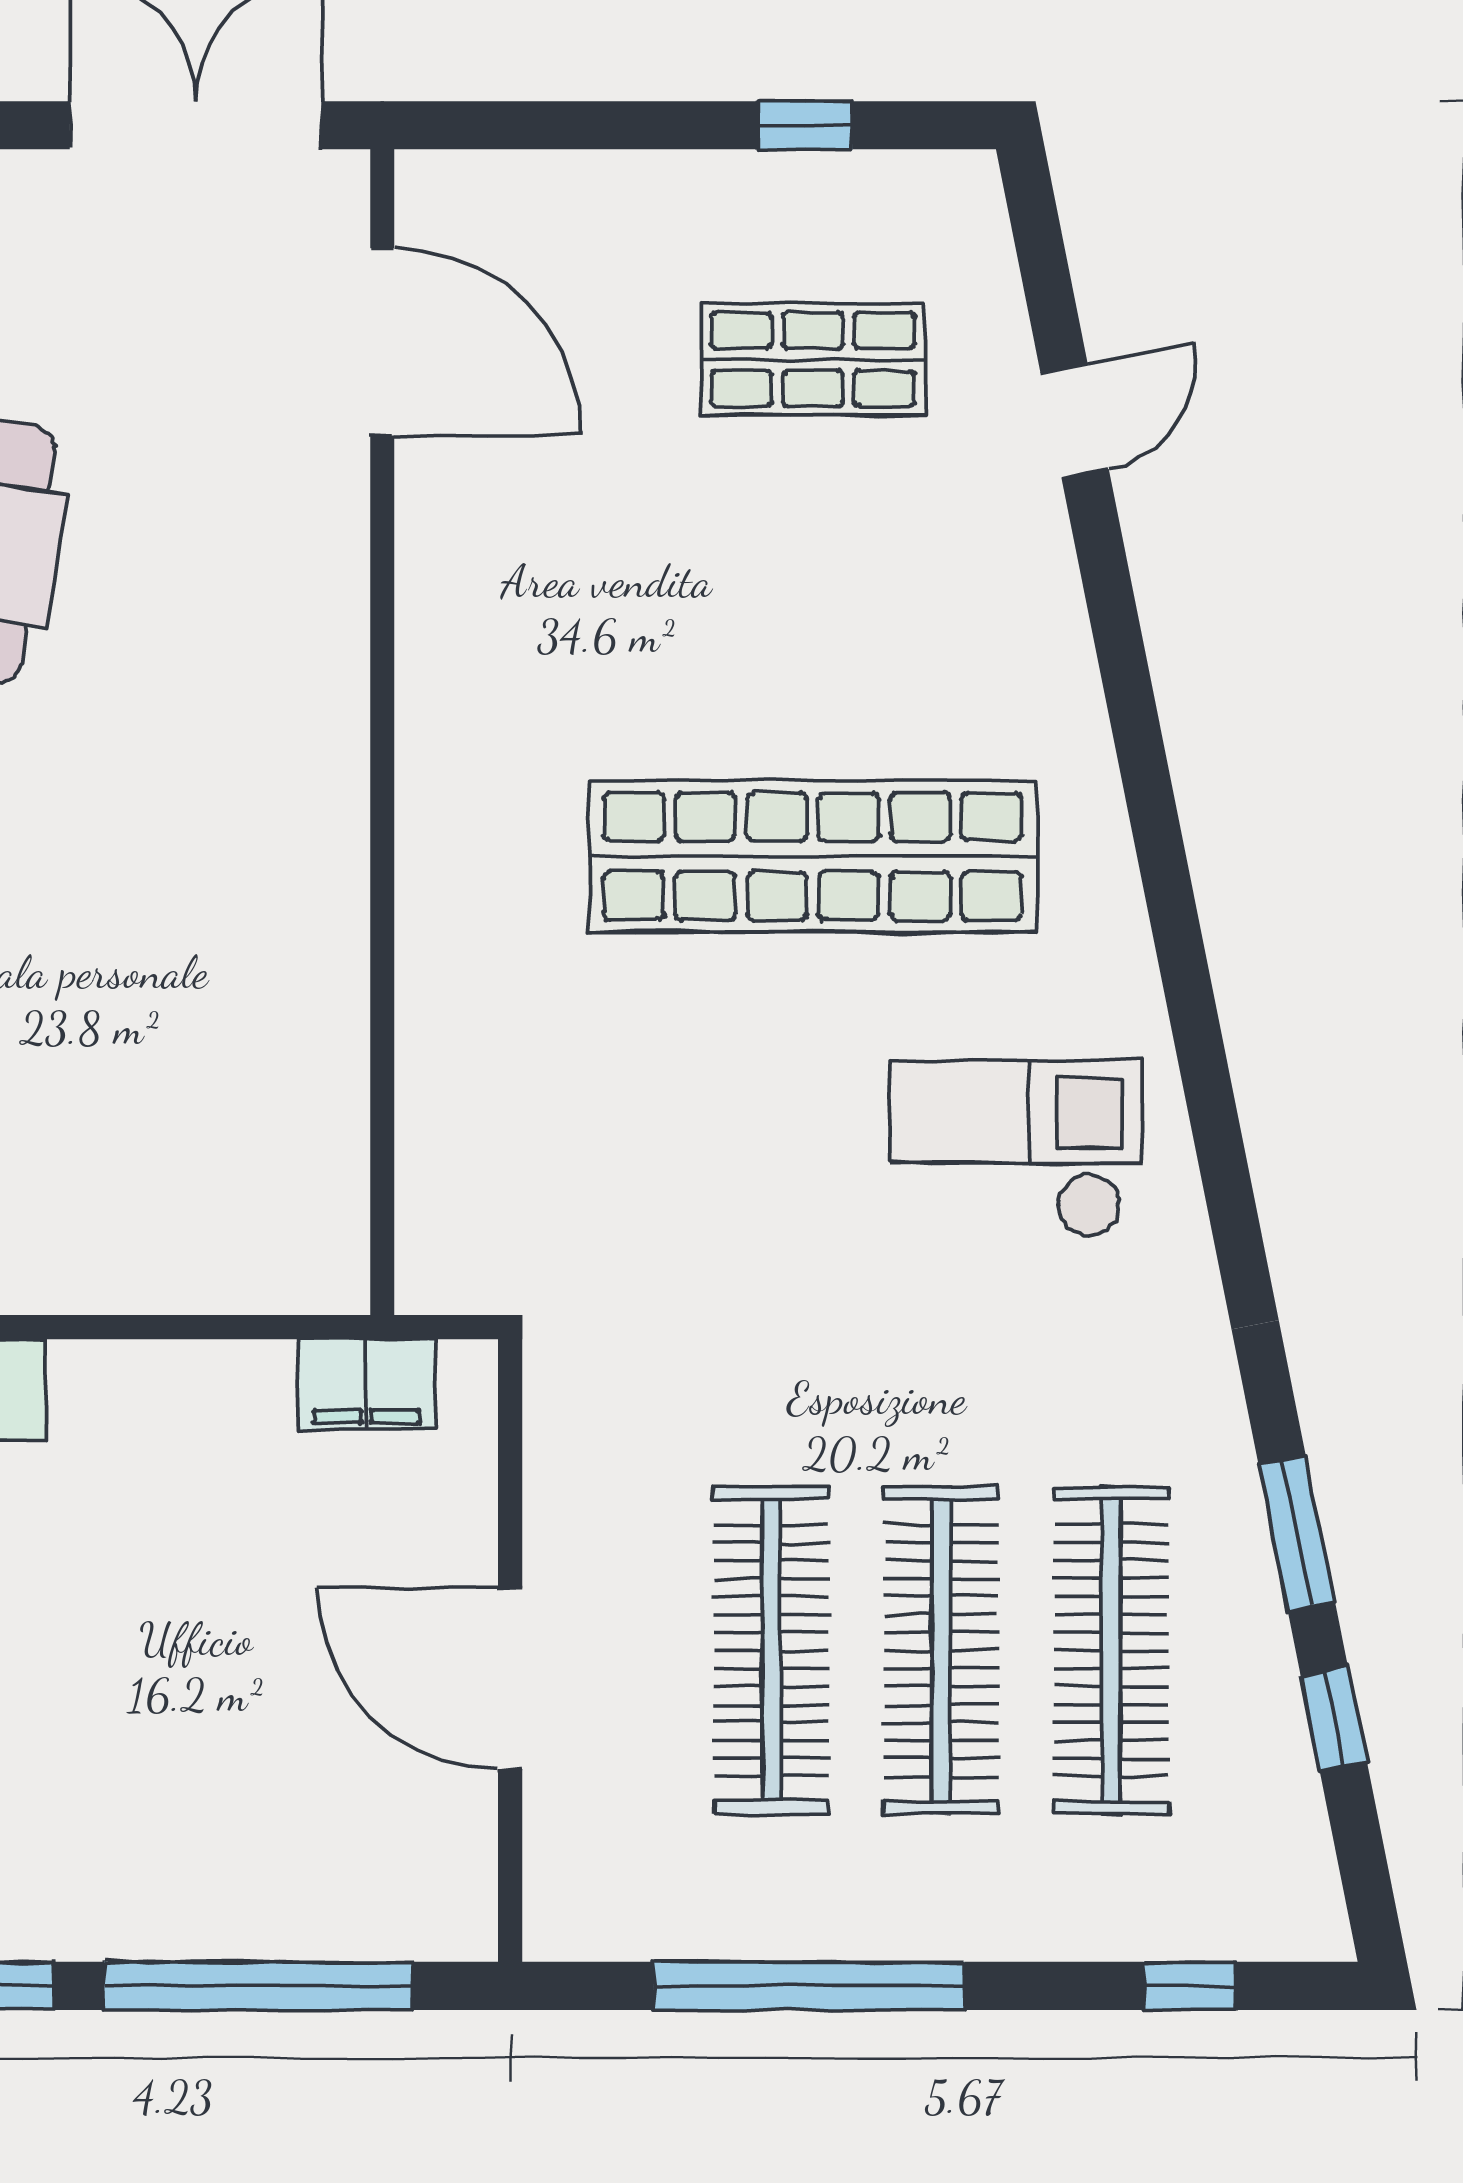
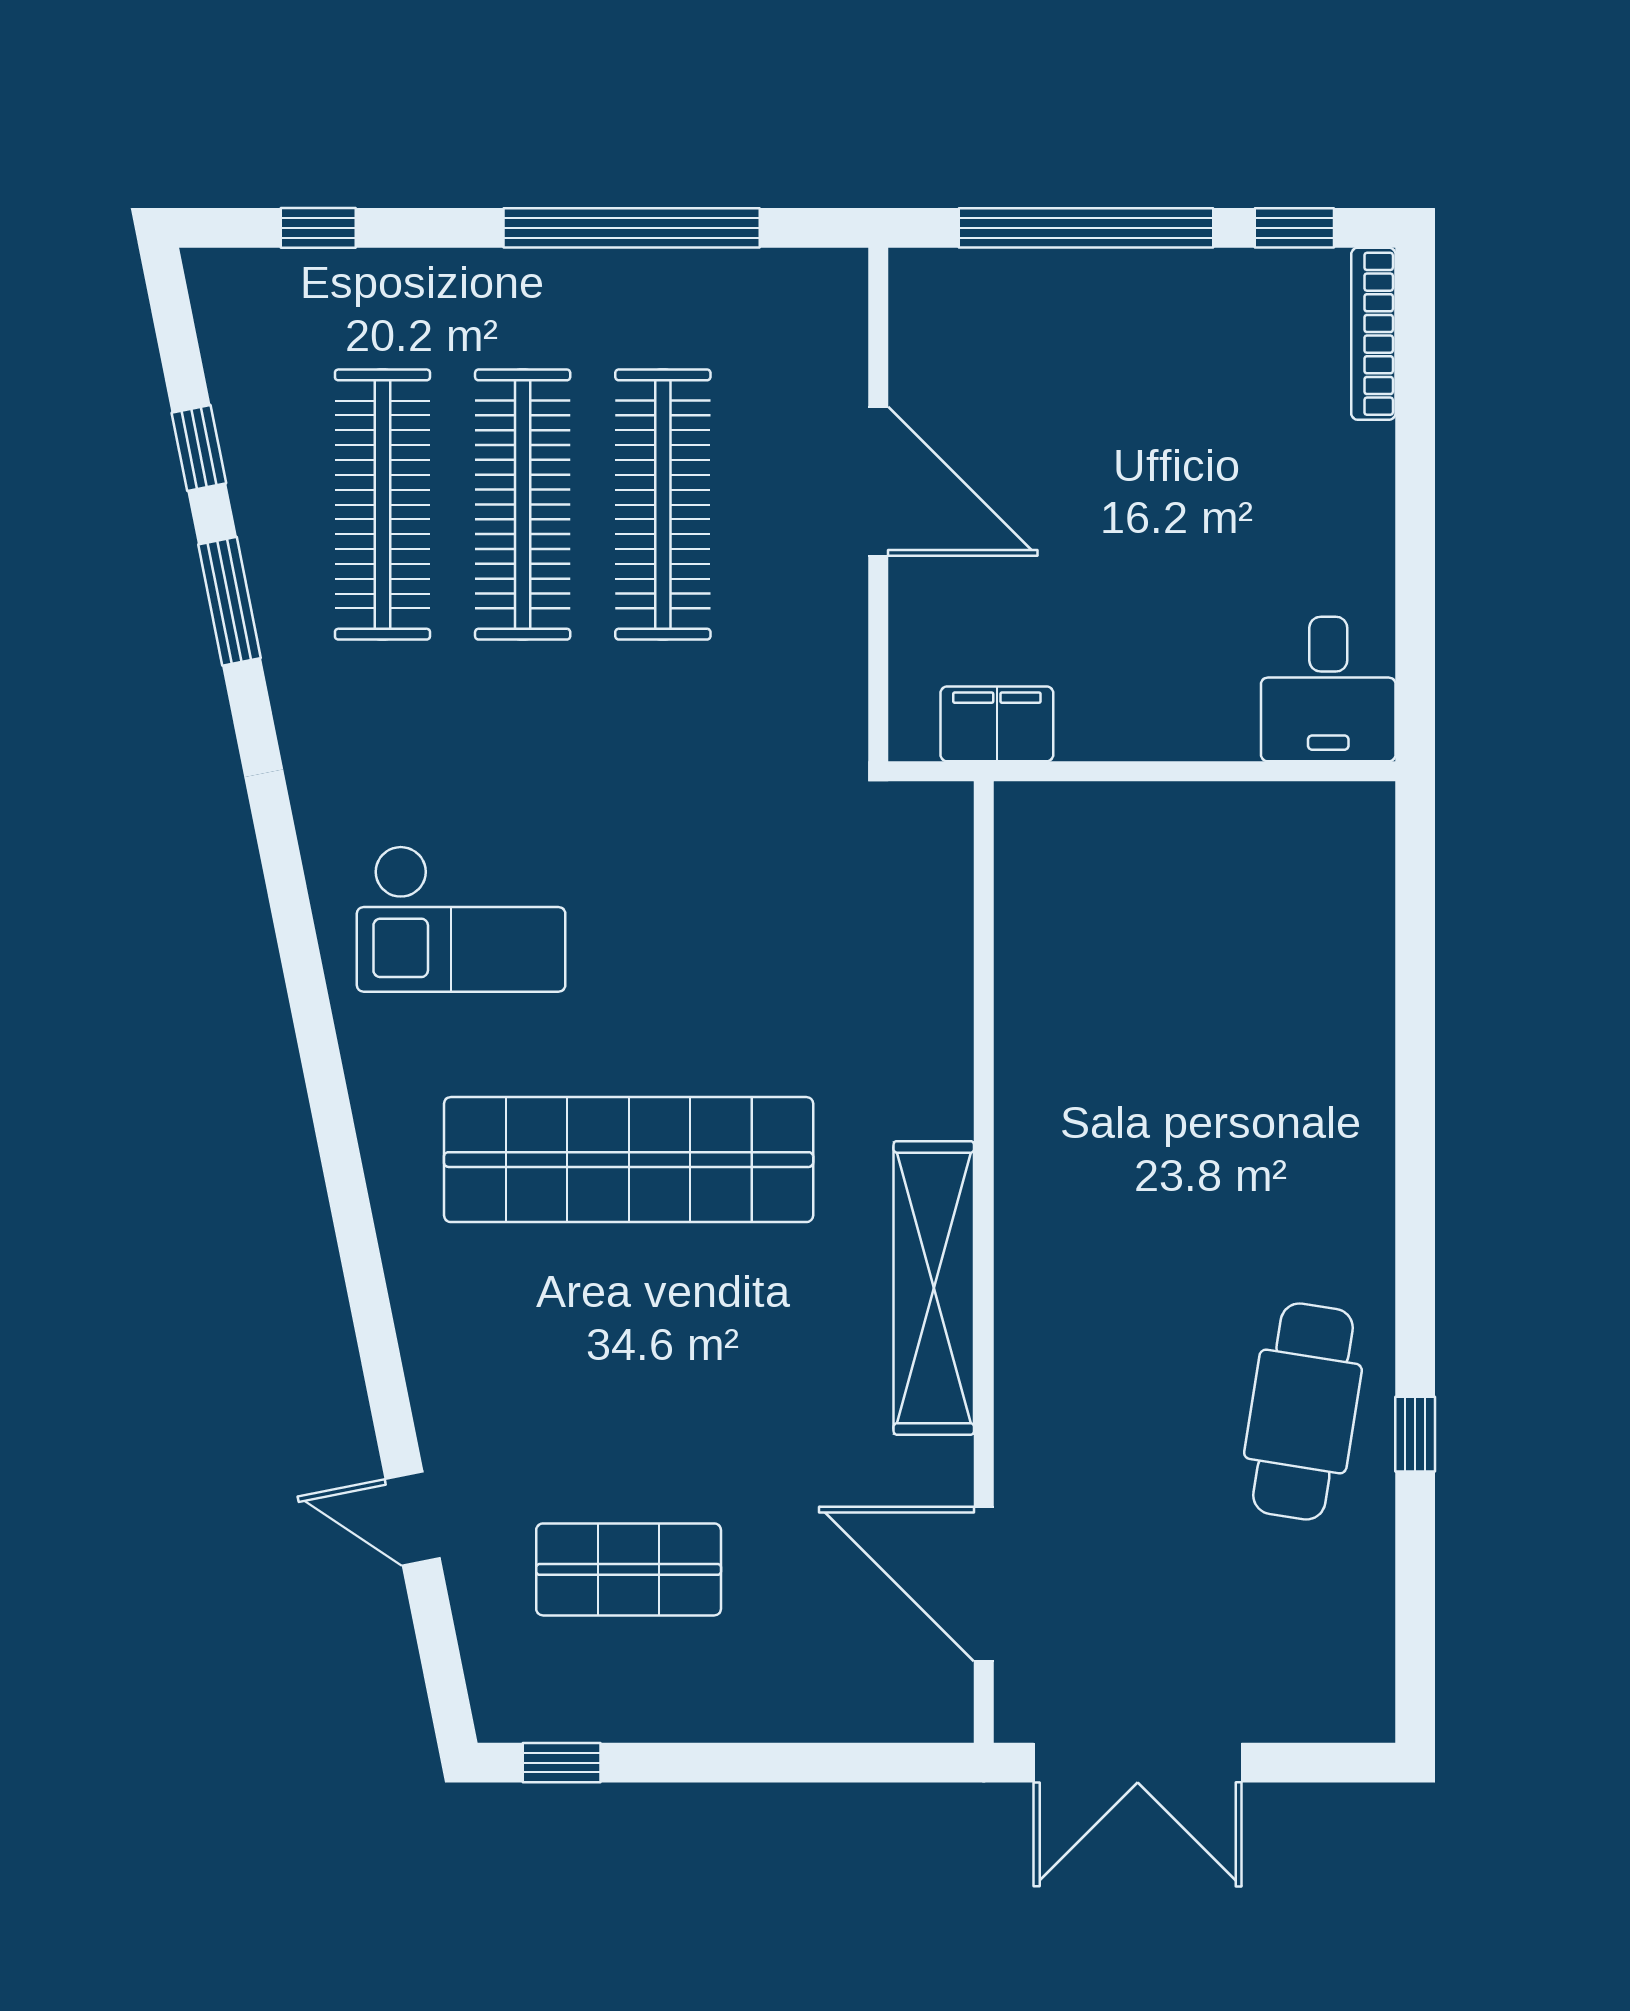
window: (805, 125) -> (562, 1763), moved
door: (1075, 421) -> (413, 1519), hinge flipped
shelving: (443, 701) -> (934, 1288), added

